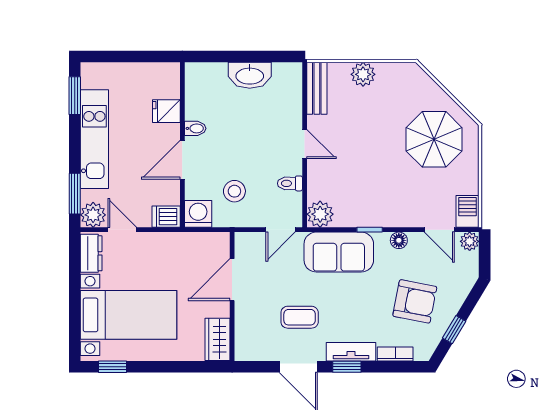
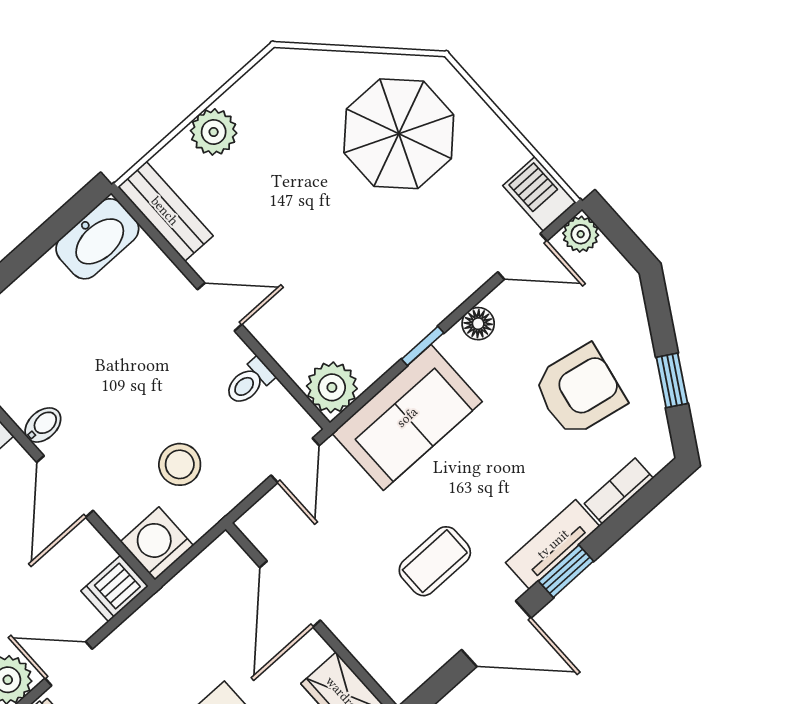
washbasin: (250, 75) -> (97, 239), moved

